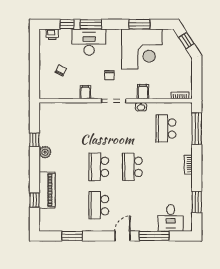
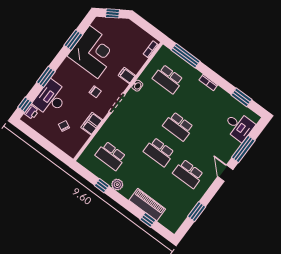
window: (67, 24) -> (25, 105), moved
desk: (89, 42) -> (51, 98), moved
filing cabinet: (85, 92) -> (92, 124), width x2.00
school desk: (65, 129) -> (111, 156), added

